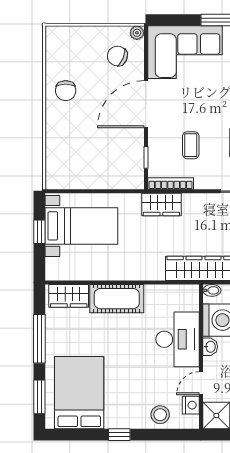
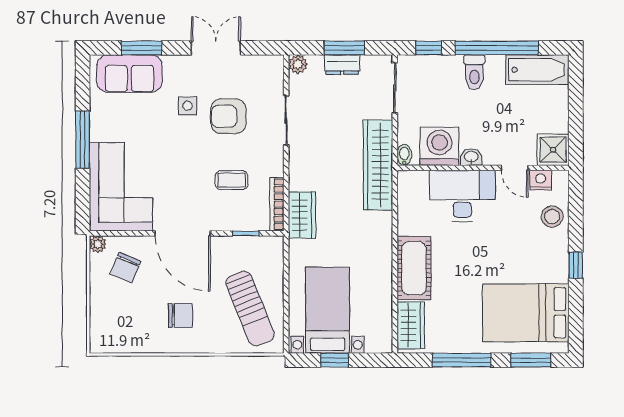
chair: (66, 91) -> (180, 315), moved
sun lounger: (83, 161) -> (250, 309), added

